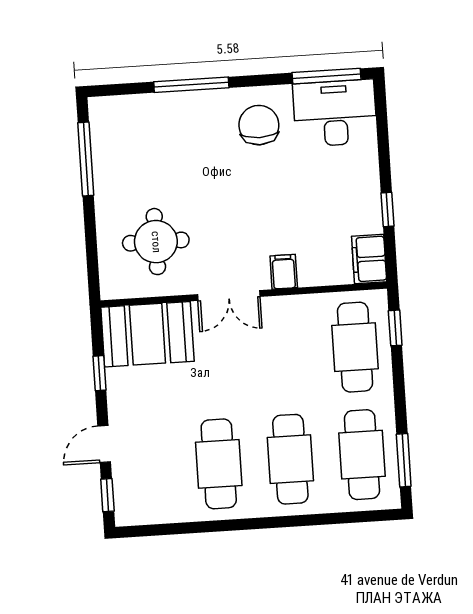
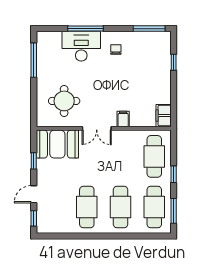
desk: (335, 113) -> (81, 46), moved
chair: (259, 125) -> (116, 49), width x0.54, depth x0.54
window: (388, 210) -> (174, 62), moved
window: (395, 328) -> (174, 174), moved

